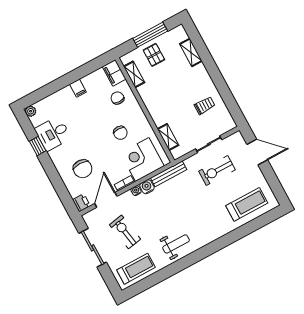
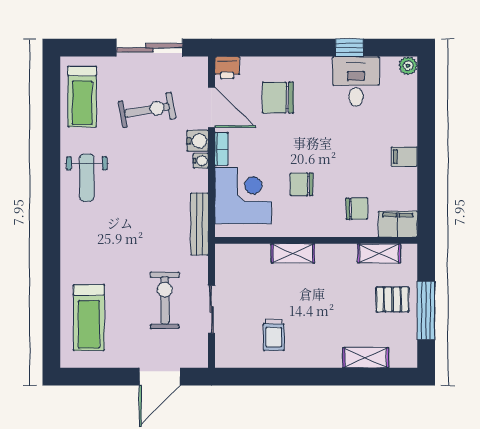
shelving: (168, 137) -> (293, 253), moved
water cooler: (147, 187) -> (198, 141), moved

